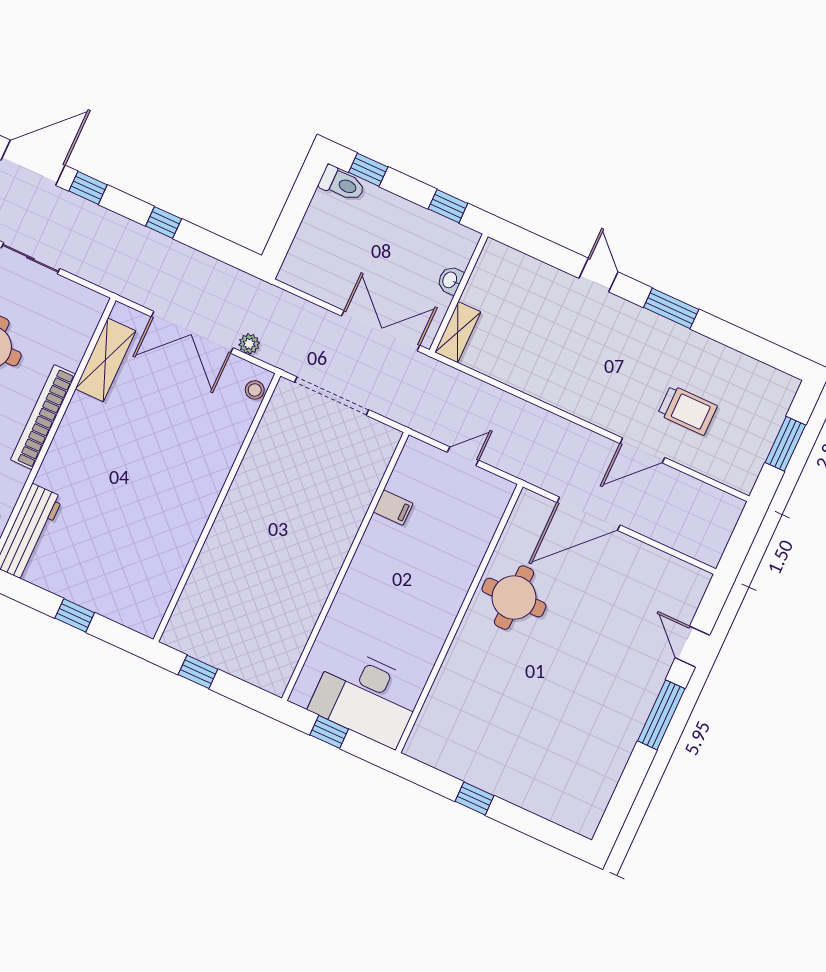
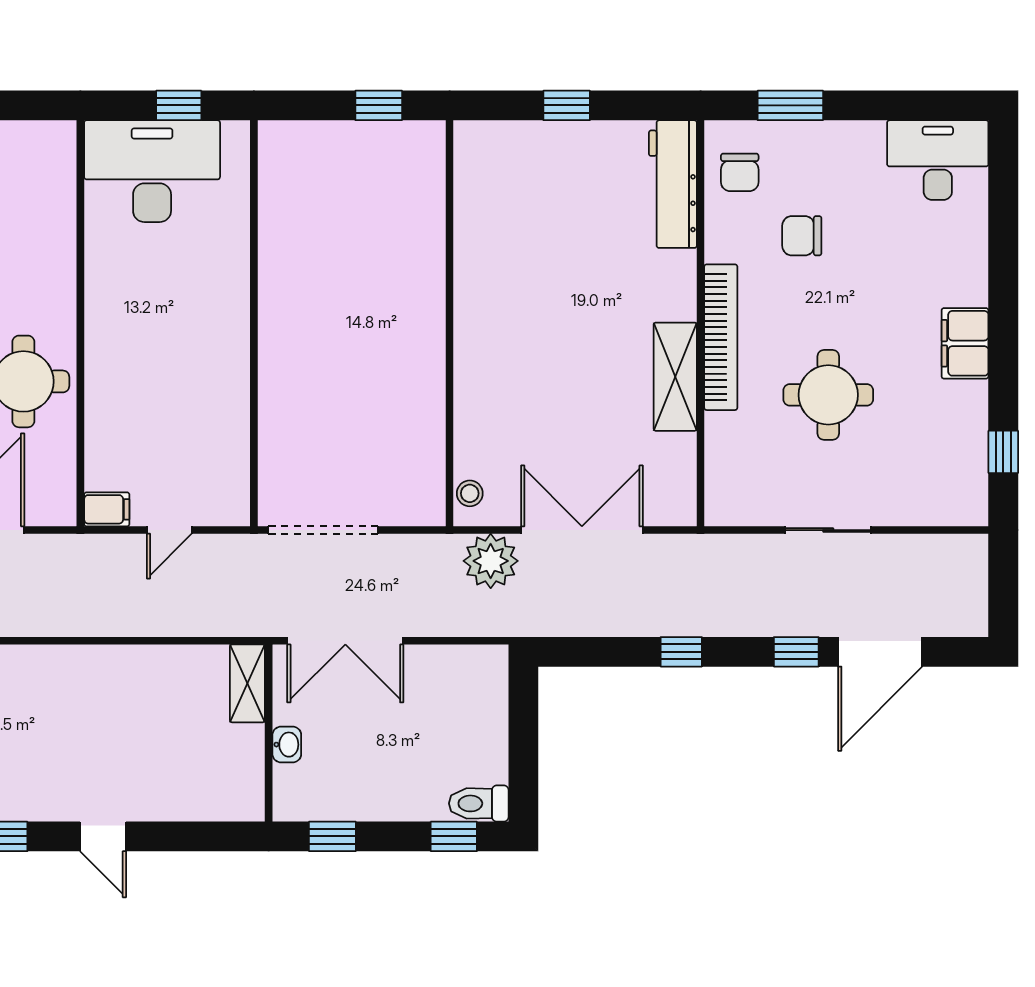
plant: (249, 344) -> (491, 561), width x1.88, depth x1.88
shelving: (105, 360) -> (675, 377), moved
doorway: (332, 396) -> (323, 530), moved
filing cabinet: (393, 508) -> (107, 509), moved, turned 180

